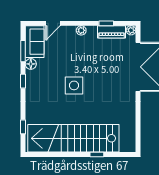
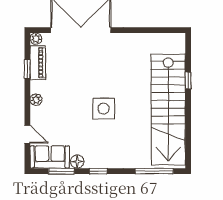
window: (23, 127) -> (154, 171), width x2.17

